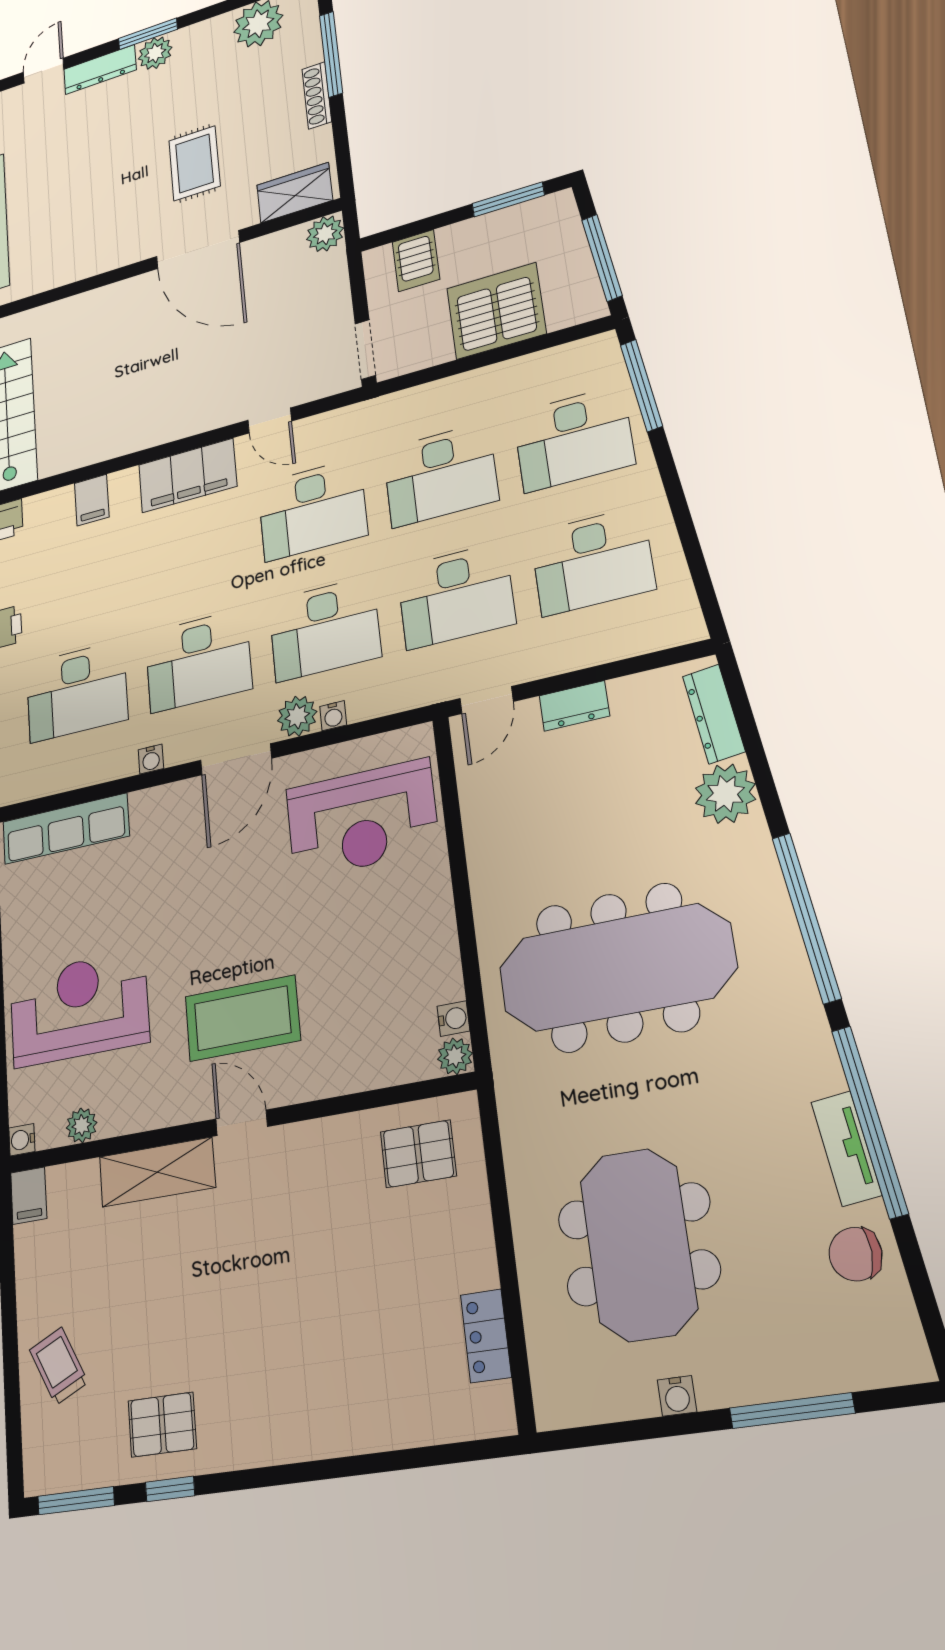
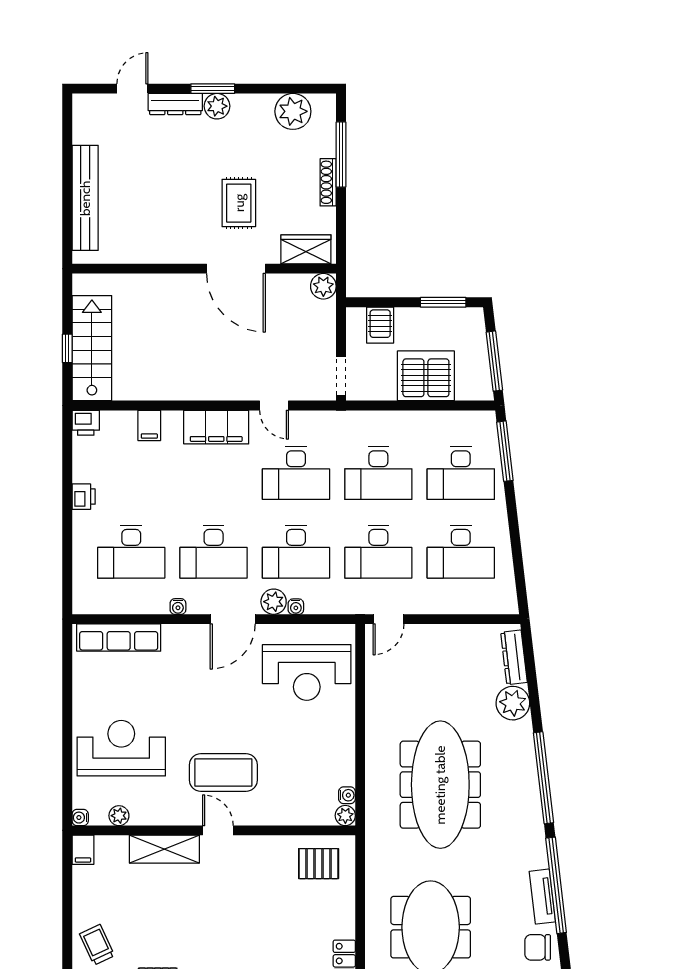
dresser: (574, 706) -> (438, 635), removed
meeting table: (617, 968) -> (440, 785), turned 90

